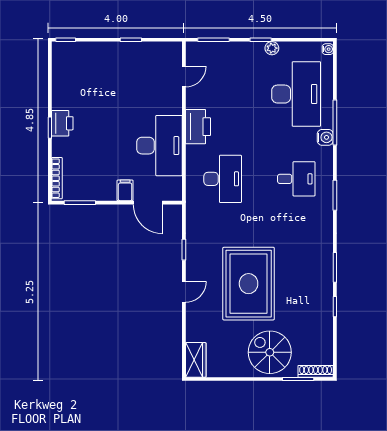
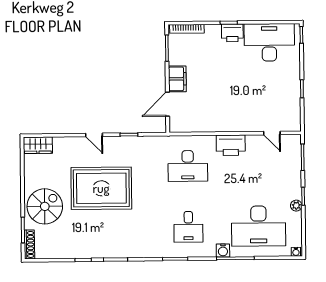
desk: (160, 146) -> (269, 42), moved, turned 180
filing cabinet: (125, 190) -> (177, 79), width x2.00

